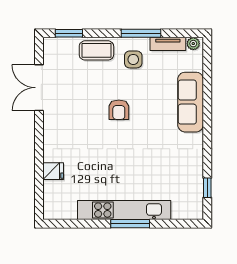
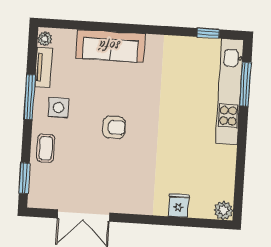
coffee table: (96, 50) -> (46, 148), width x0.73, depth x0.77
kitchen unit: (124, 210) -> (230, 92), moved
plant: (51, 211) -> (223, 210), added
window: (130, 224) -> (245, 84), moved

